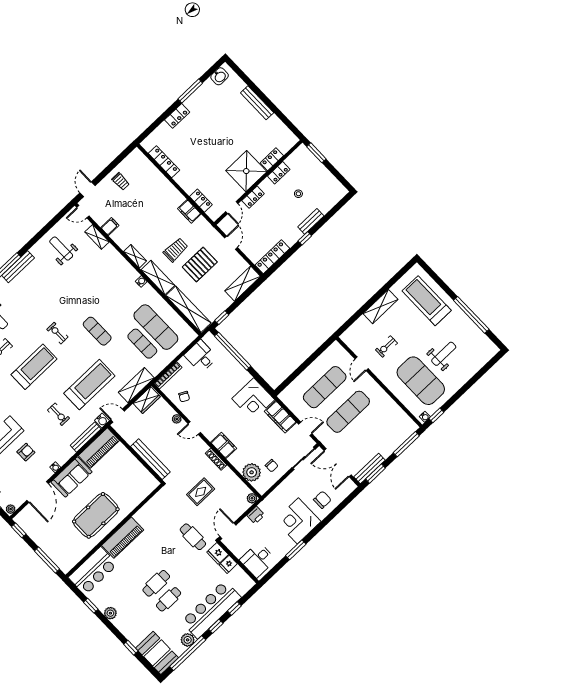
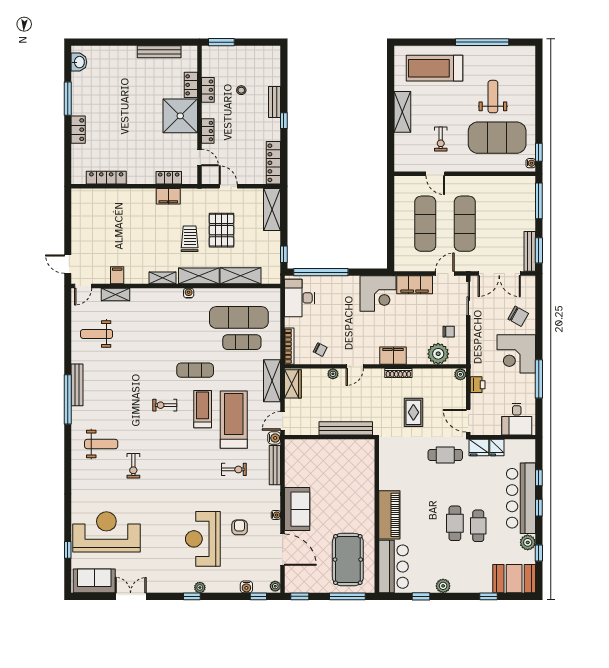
bench: (257, 103) -> (159, 52), moved
trolley: (120, 181) -> (88, 230), removed
shelving: (188, 309) -> (240, 276), width x0.68
desk: (201, 356) -> (300, 298), width x1.37
treadmill: (34, 367) -> (203, 409), moved, width x0.73, depth x0.73
piano: (99, 448) -> (295, 463), removed
chair: (322, 500) -> (518, 316), turned 119
pool table: (96, 515) -> (348, 560), moved
window: (296, 550) -> (539, 379), width x1.44
window: (188, 653) -> (539, 553), width x0.32

